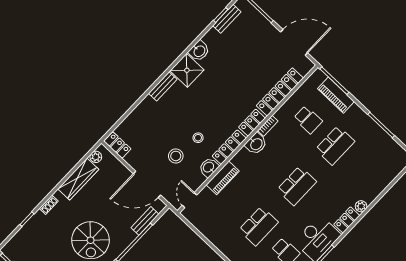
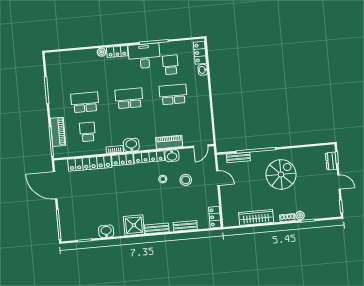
bench: (227, 19) -> (185, 226), moved
washbasin: (199, 51) -> (106, 231), moved
plant: (96, 157) -> (300, 216), moved
door: (147, 184) -> (218, 178), width x0.53

